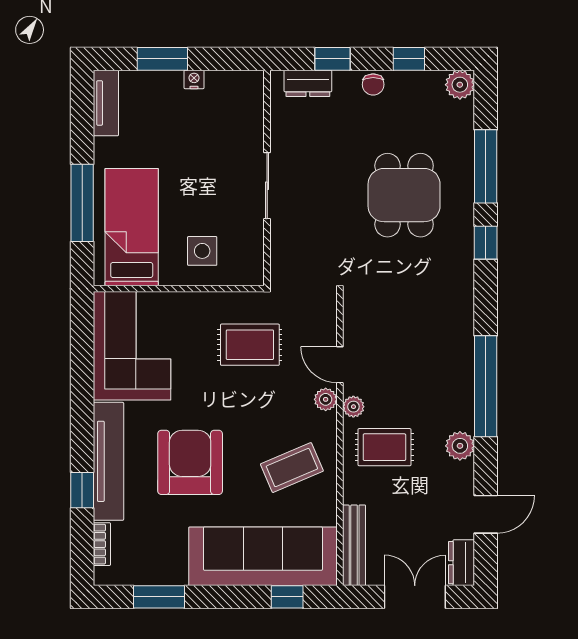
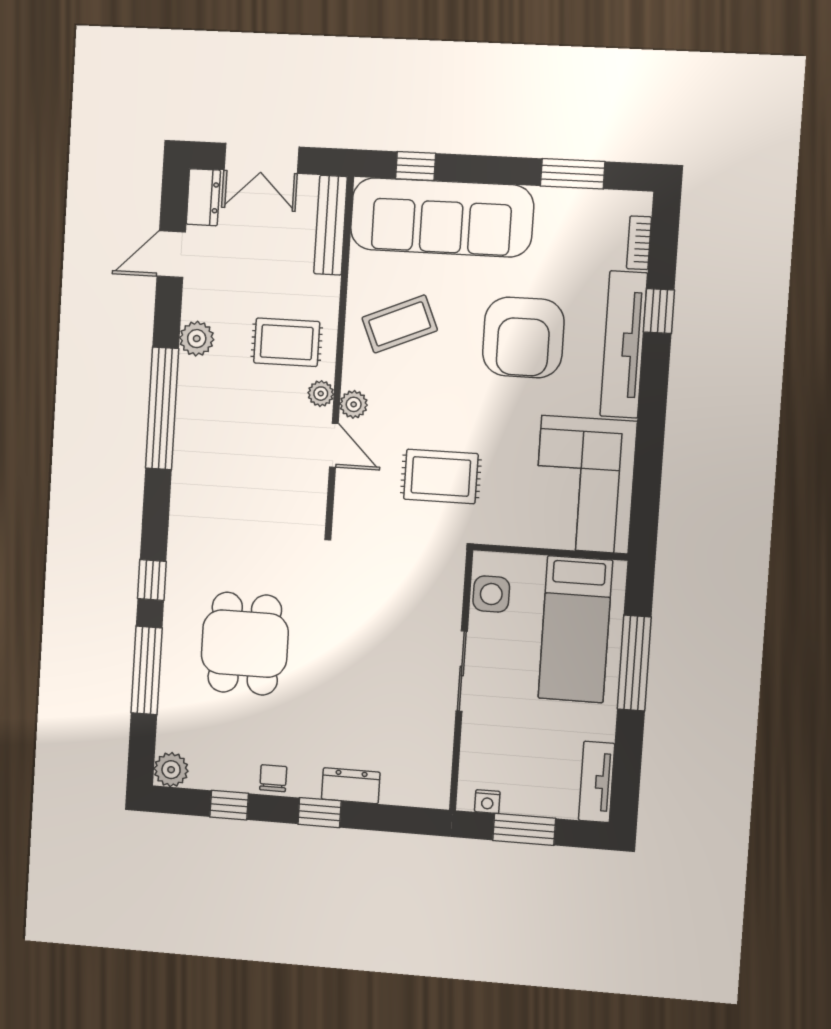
wall: (267, 178) -> (461, 680), moved
sliding door: (267, 186) -> (462, 671), moved

